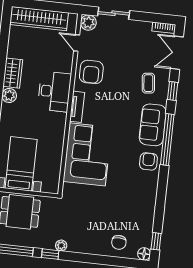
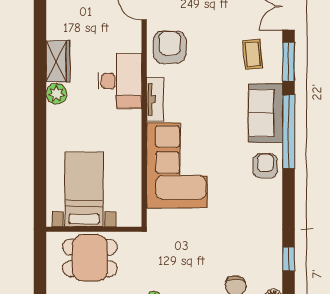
armchair: (91, 72) -> (170, 47), turned 180
window: (173, 91) -> (289, 62), width x1.50
window: (156, 241) -> (289, 259), moved

